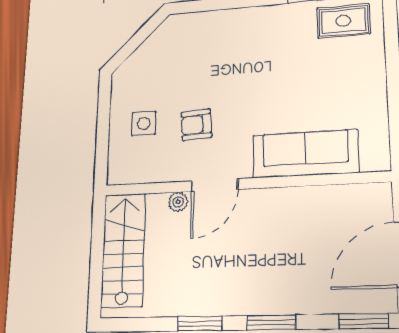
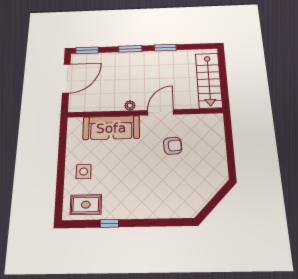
side table: (144, 123) -> (84, 172), moved
plant: (178, 202) -> (130, 106), moved

